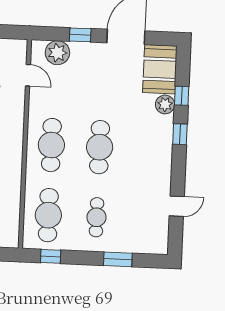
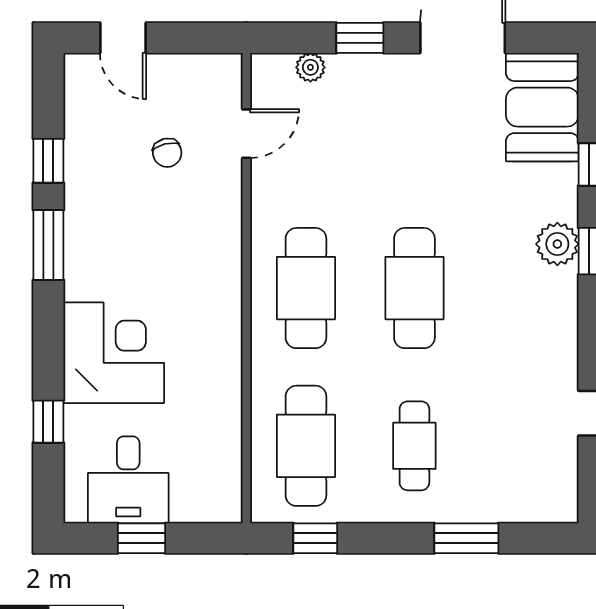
plant: (57, 53) -> (310, 67), width x0.53, depth x0.53
door: (28, 75) -> (246, 134), hinge flipped
plant: (165, 104) -> (557, 244), moved

